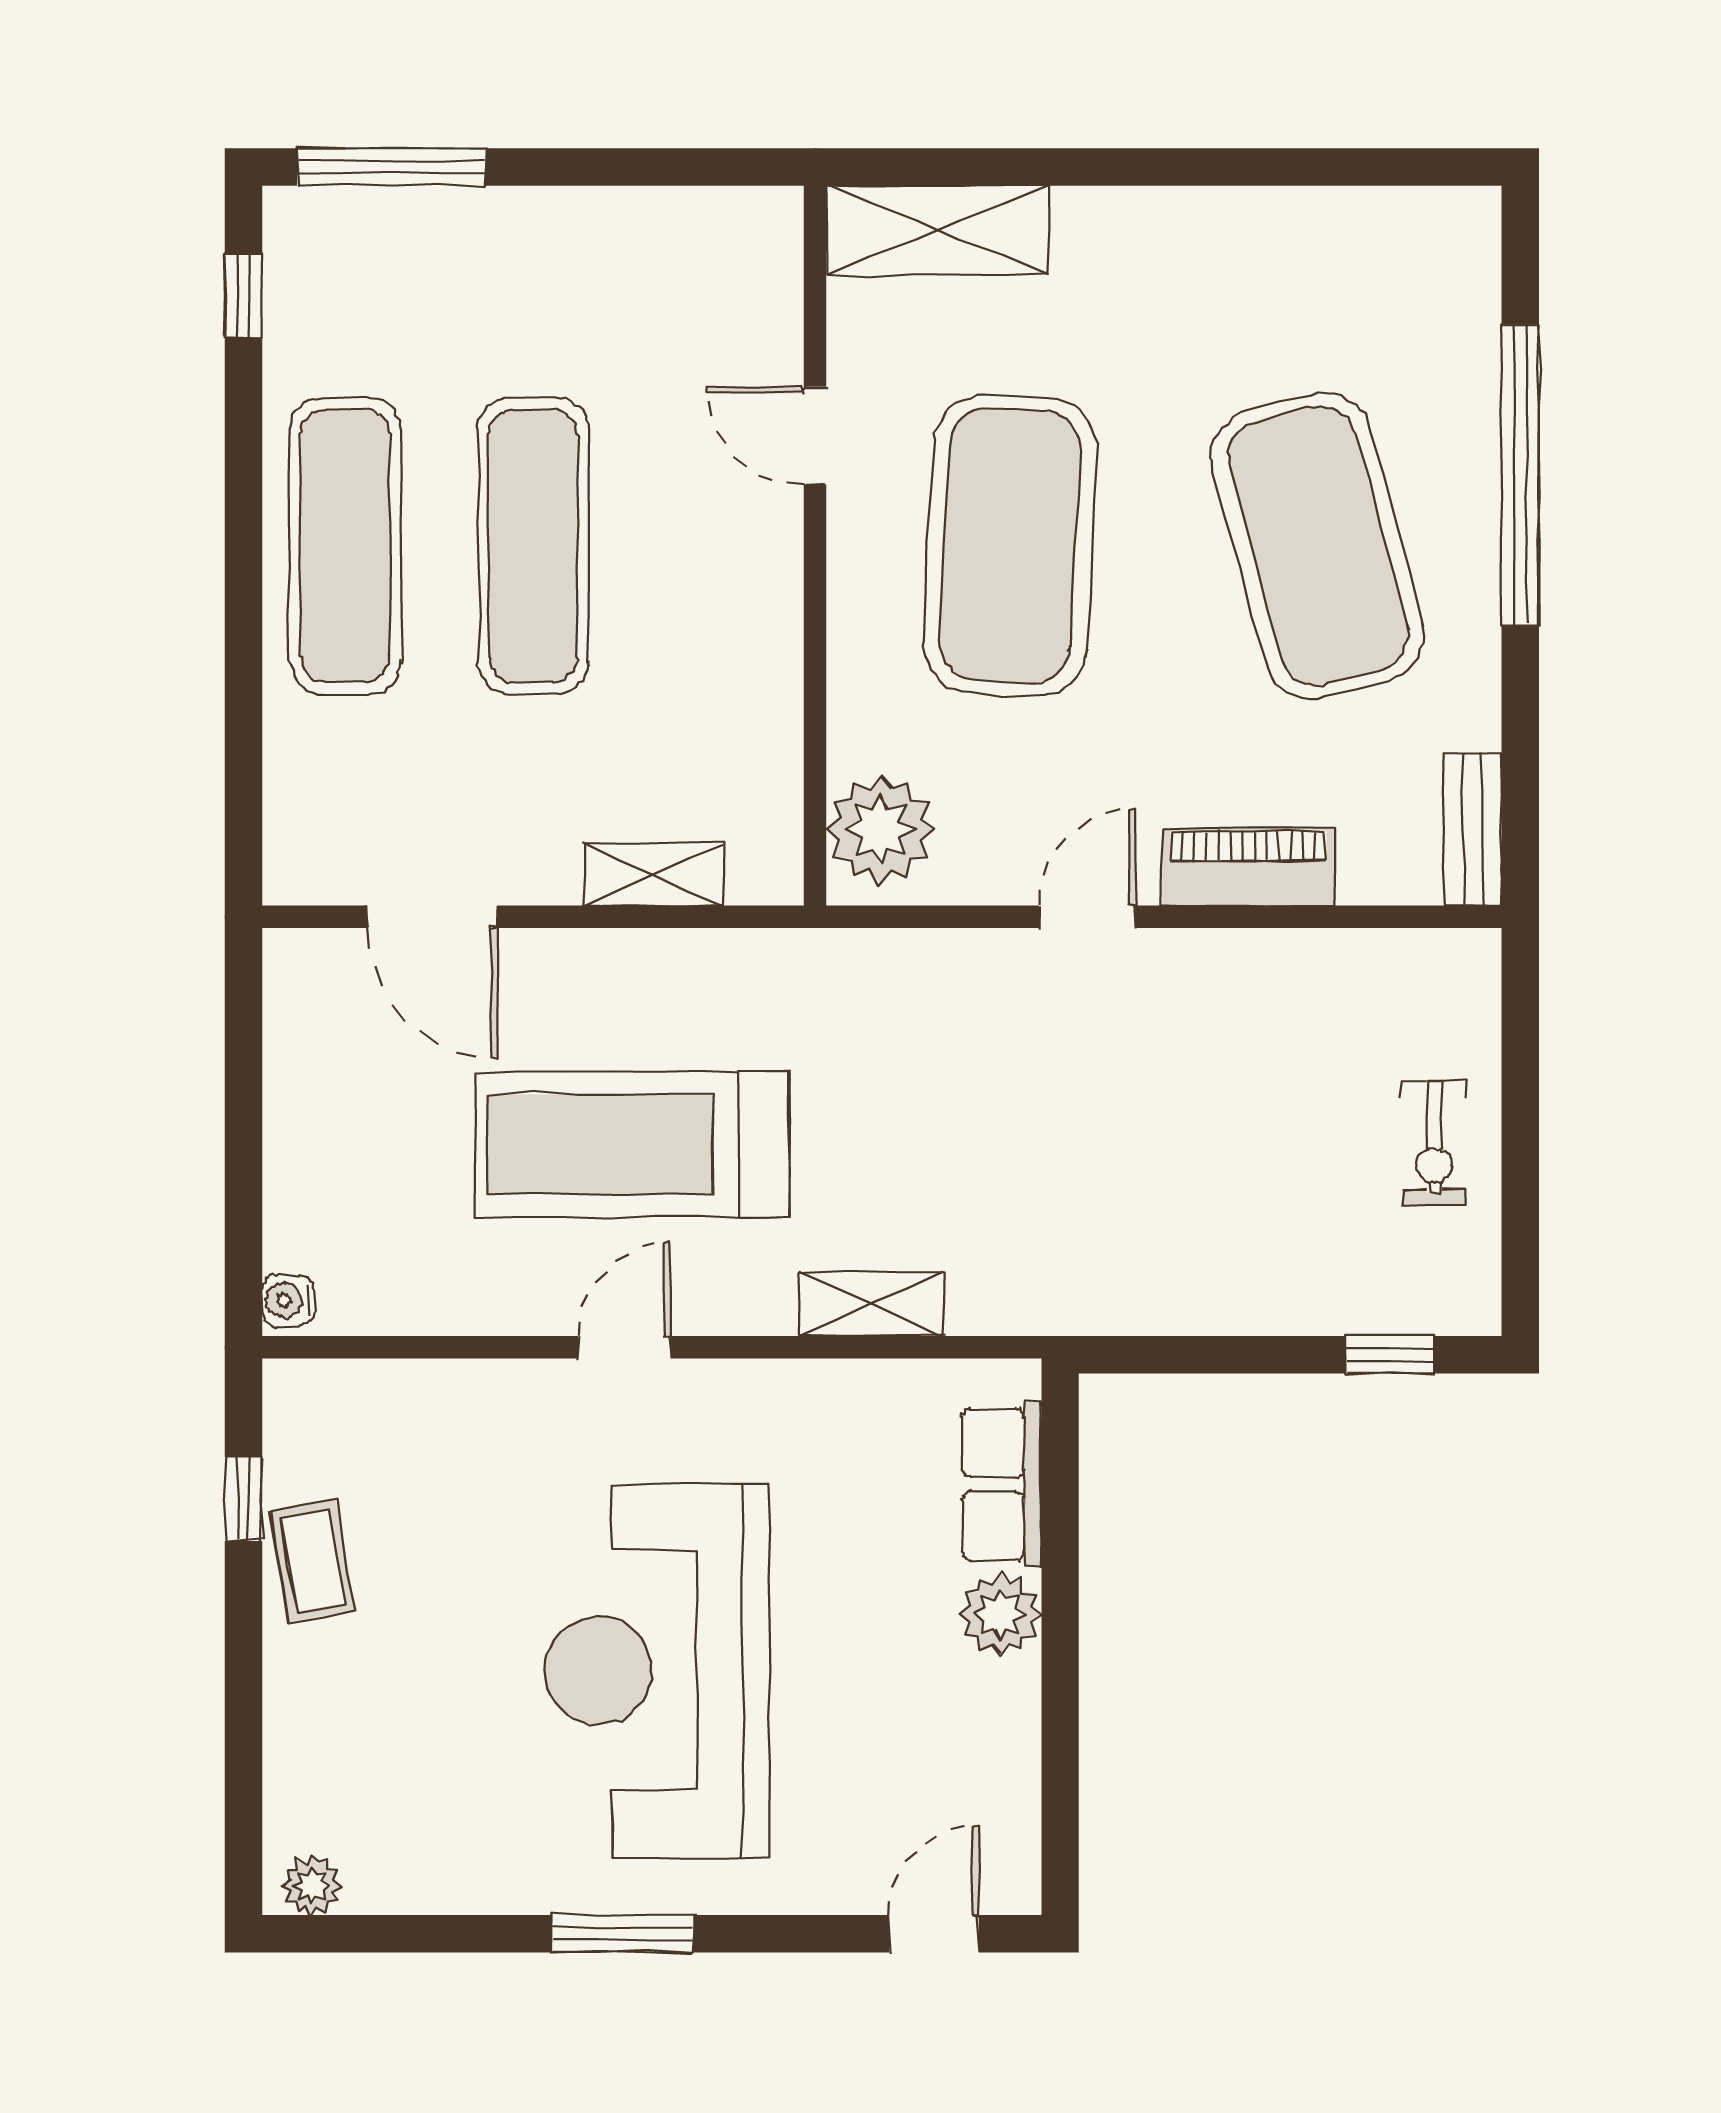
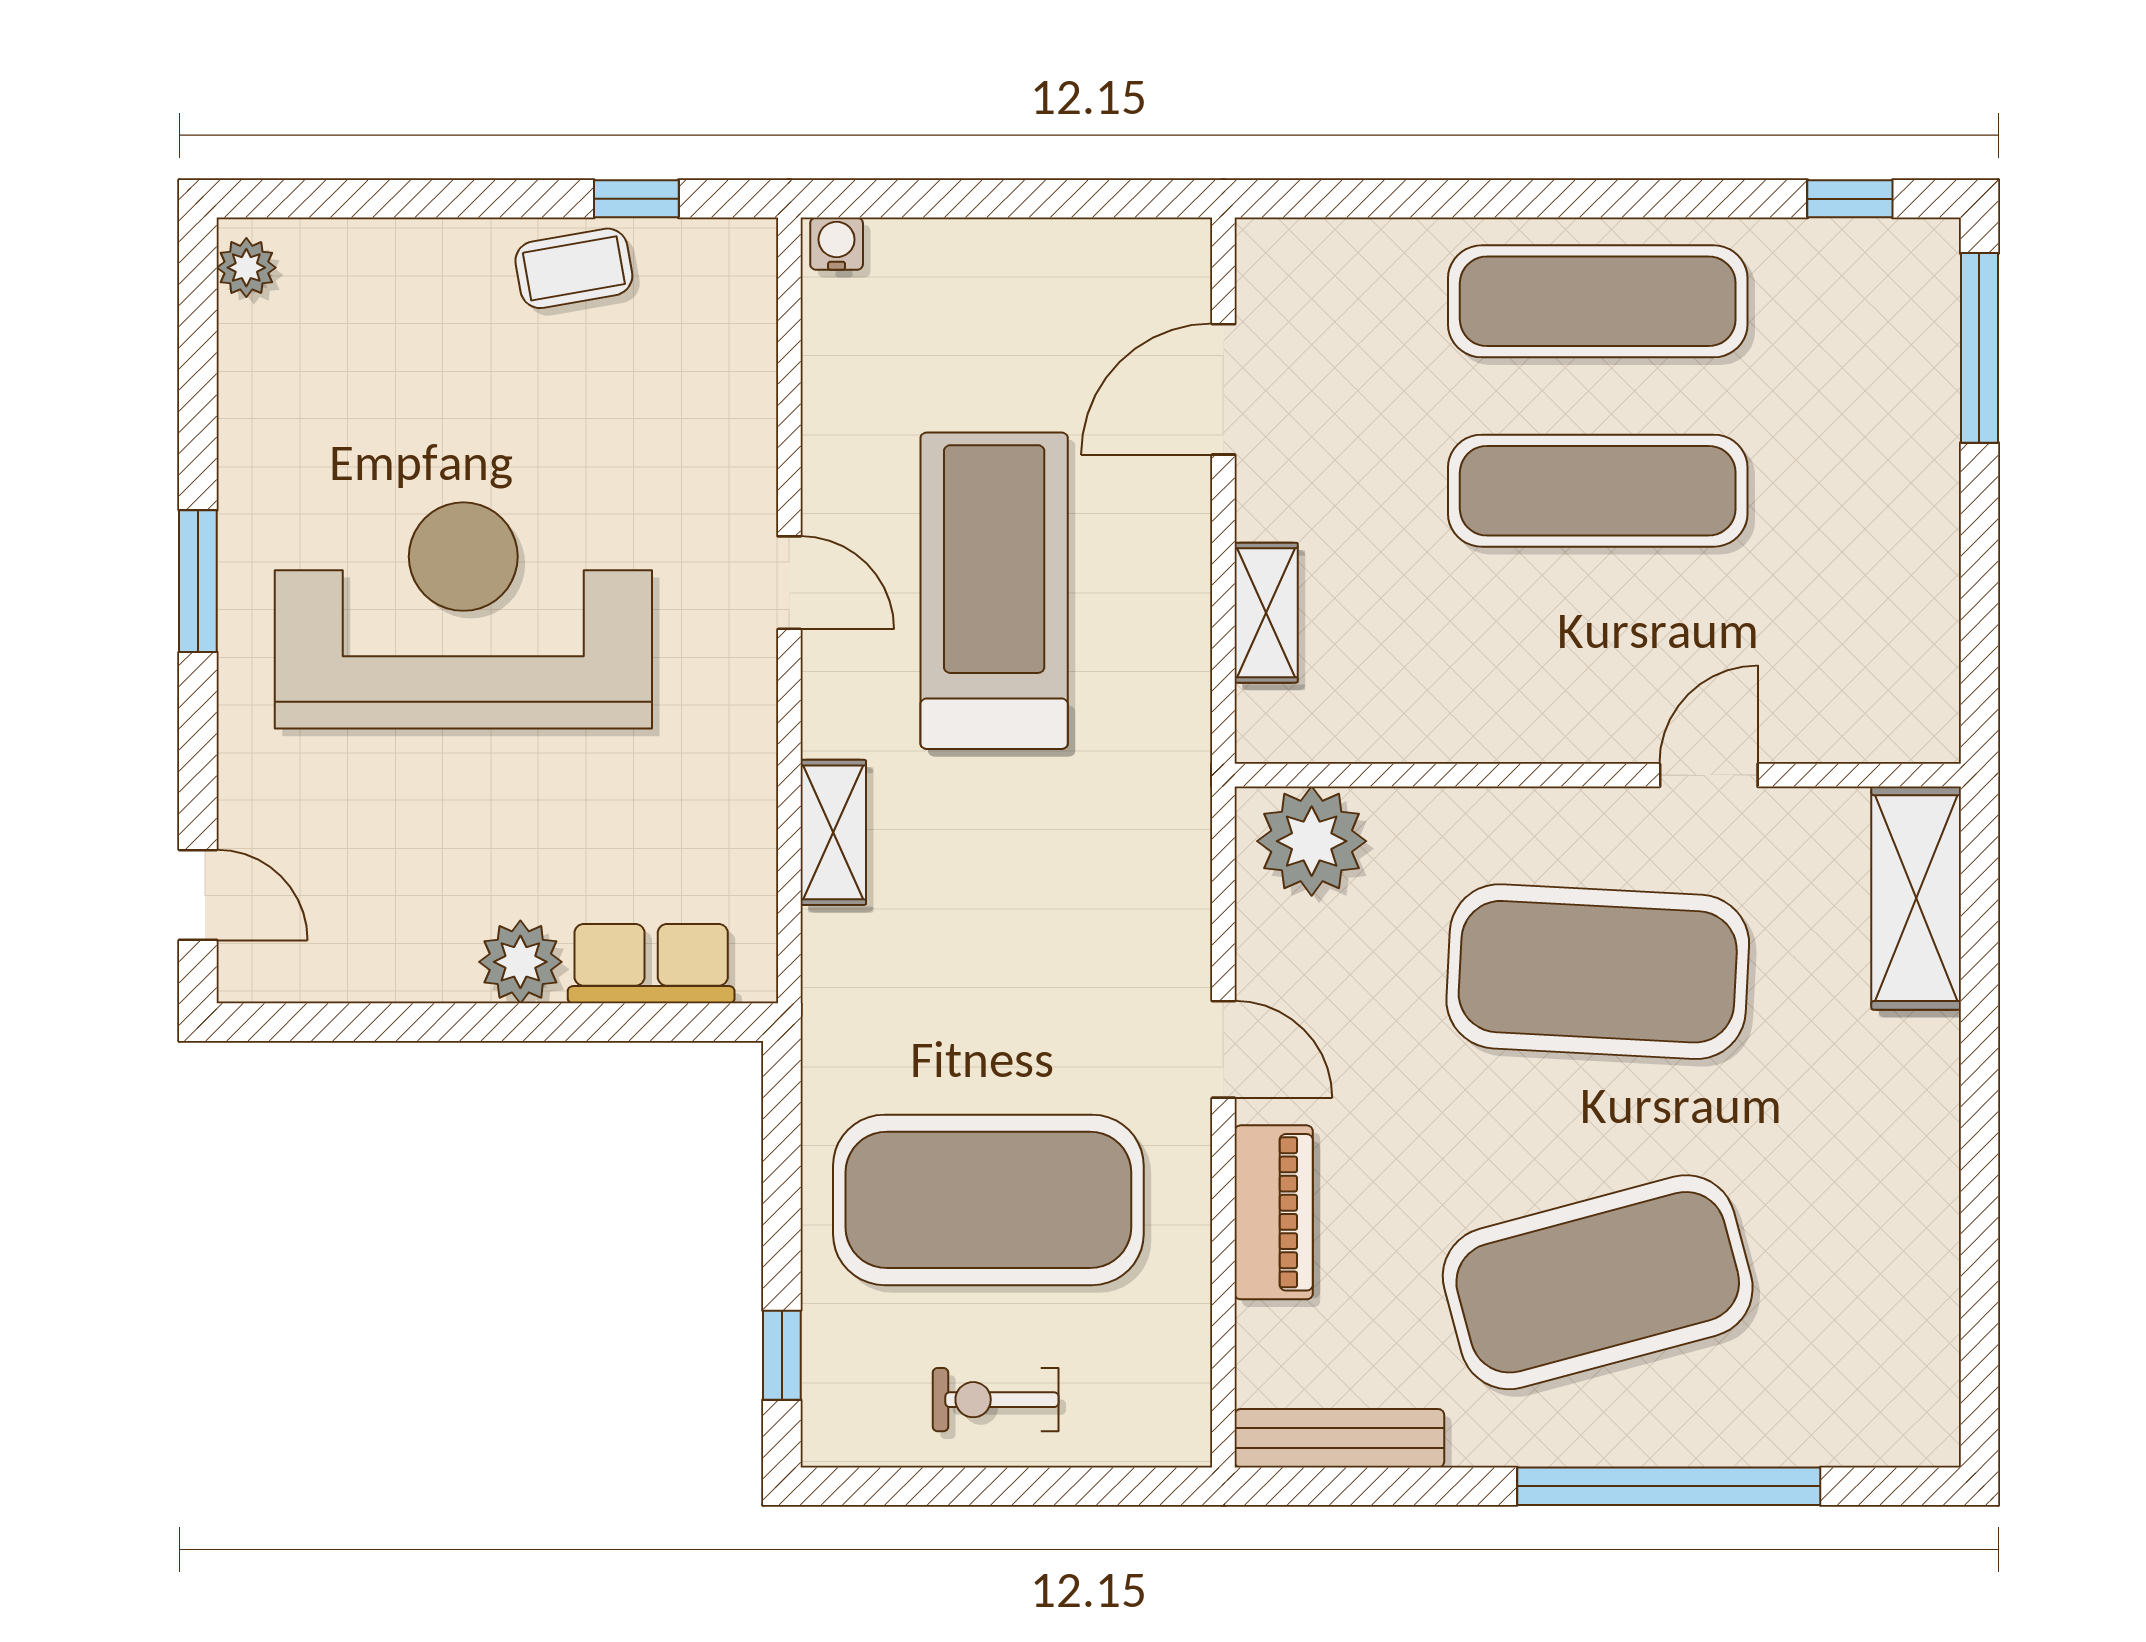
bench: (1473, 830) -> (1339, 1438), width x1.36
exercise mat: (1236, 1150) -> (988, 1200), added

